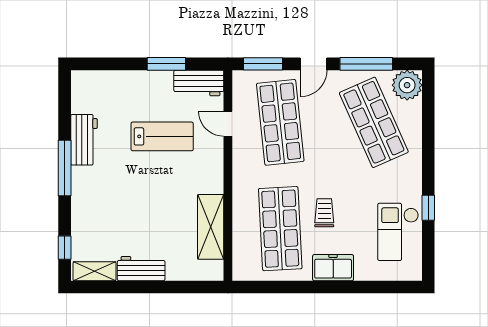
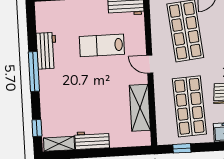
door: (228, 124) -> (150, 64), moved
lab bench: (162, 136) -> (102, 45), turned 180
window: (267, 287) -> (182, 148), added

